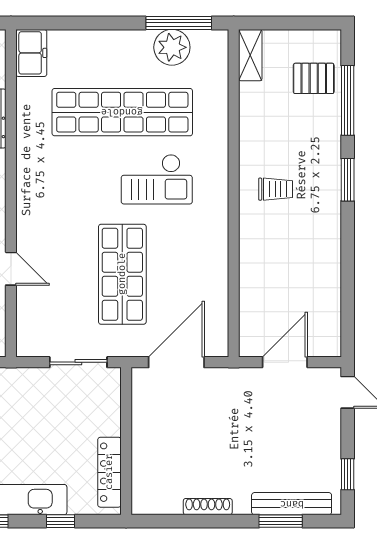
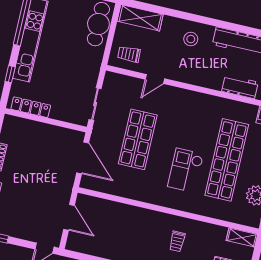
trolley: (276, 189) -> (177, 241), moved
shop shelf: (122, 274) -> (138, 139), turned 90

